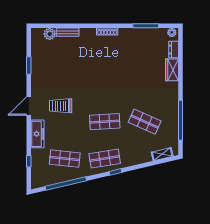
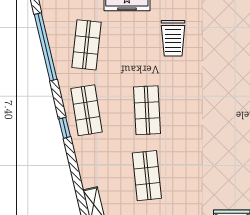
trolley: (61, 106) -> (173, 38), turned 180
shop shelf: (145, 122) -> (147, 176), turned -30

